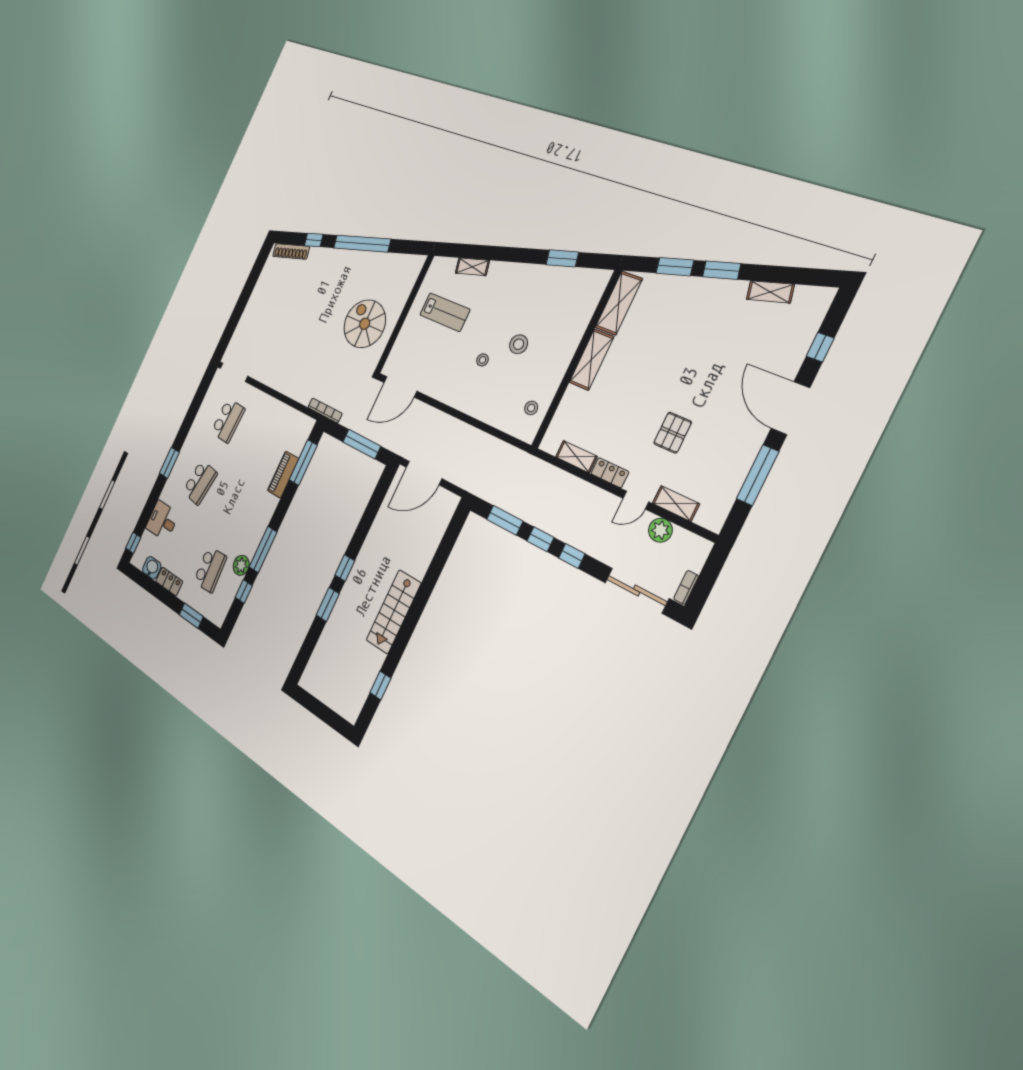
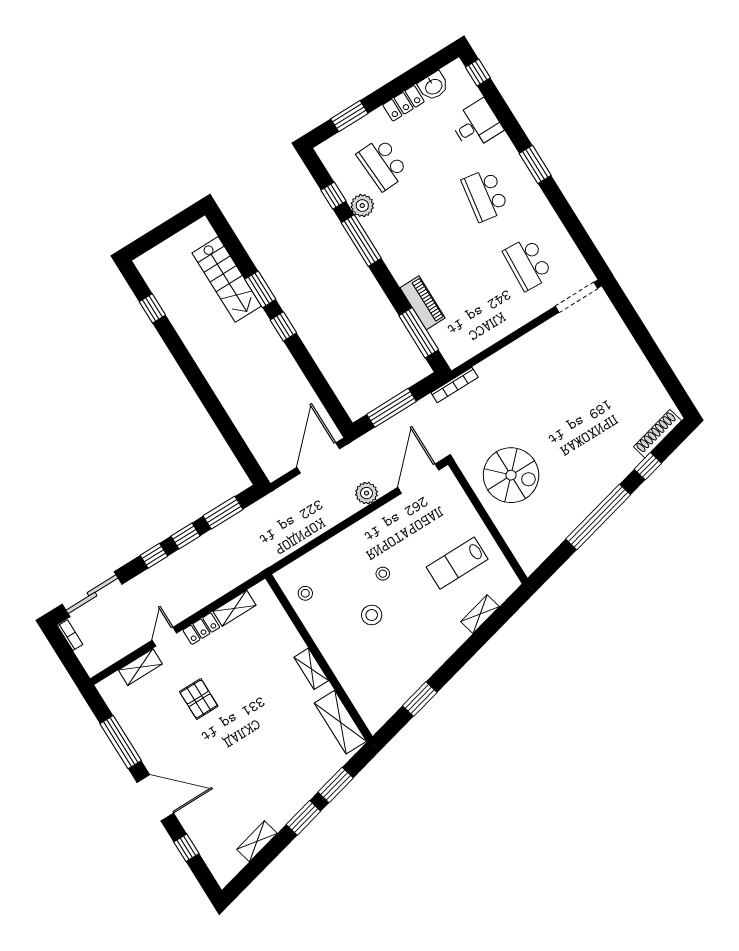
shelving: (591, 360) -> (311, 669), width x0.67, depth x0.75
plant: (660, 530) -> (367, 493), moved
stairs: (394, 612) -> (227, 279), moved, turned 180

